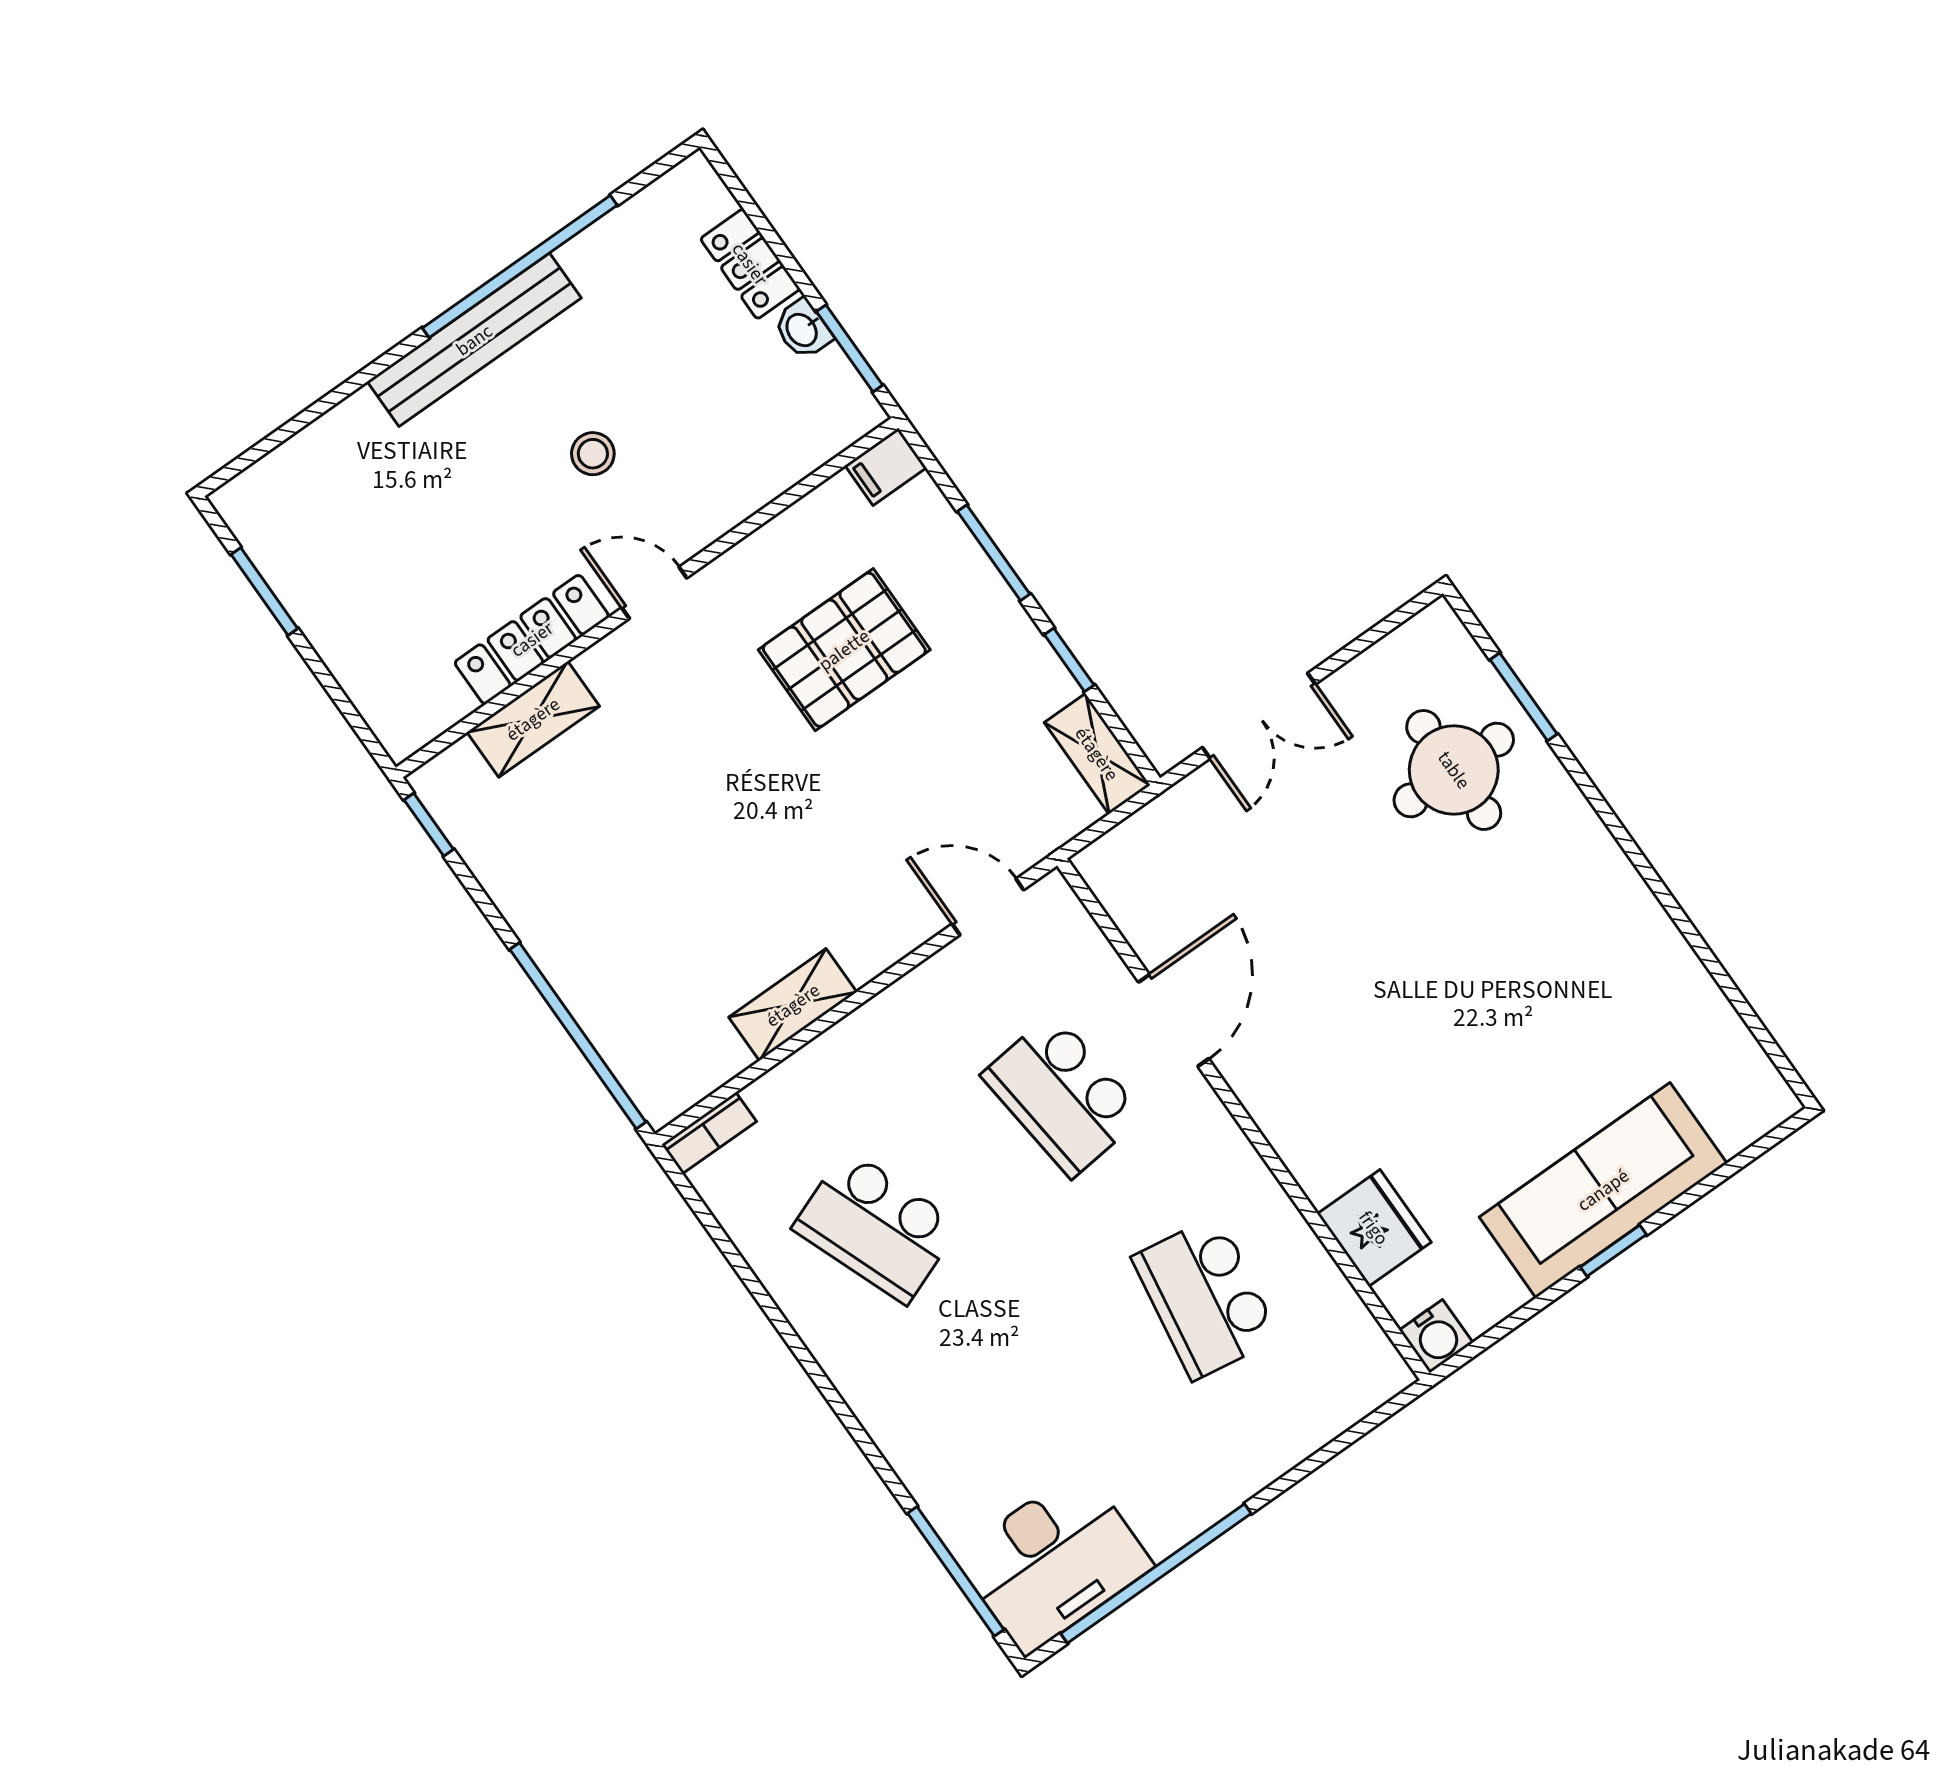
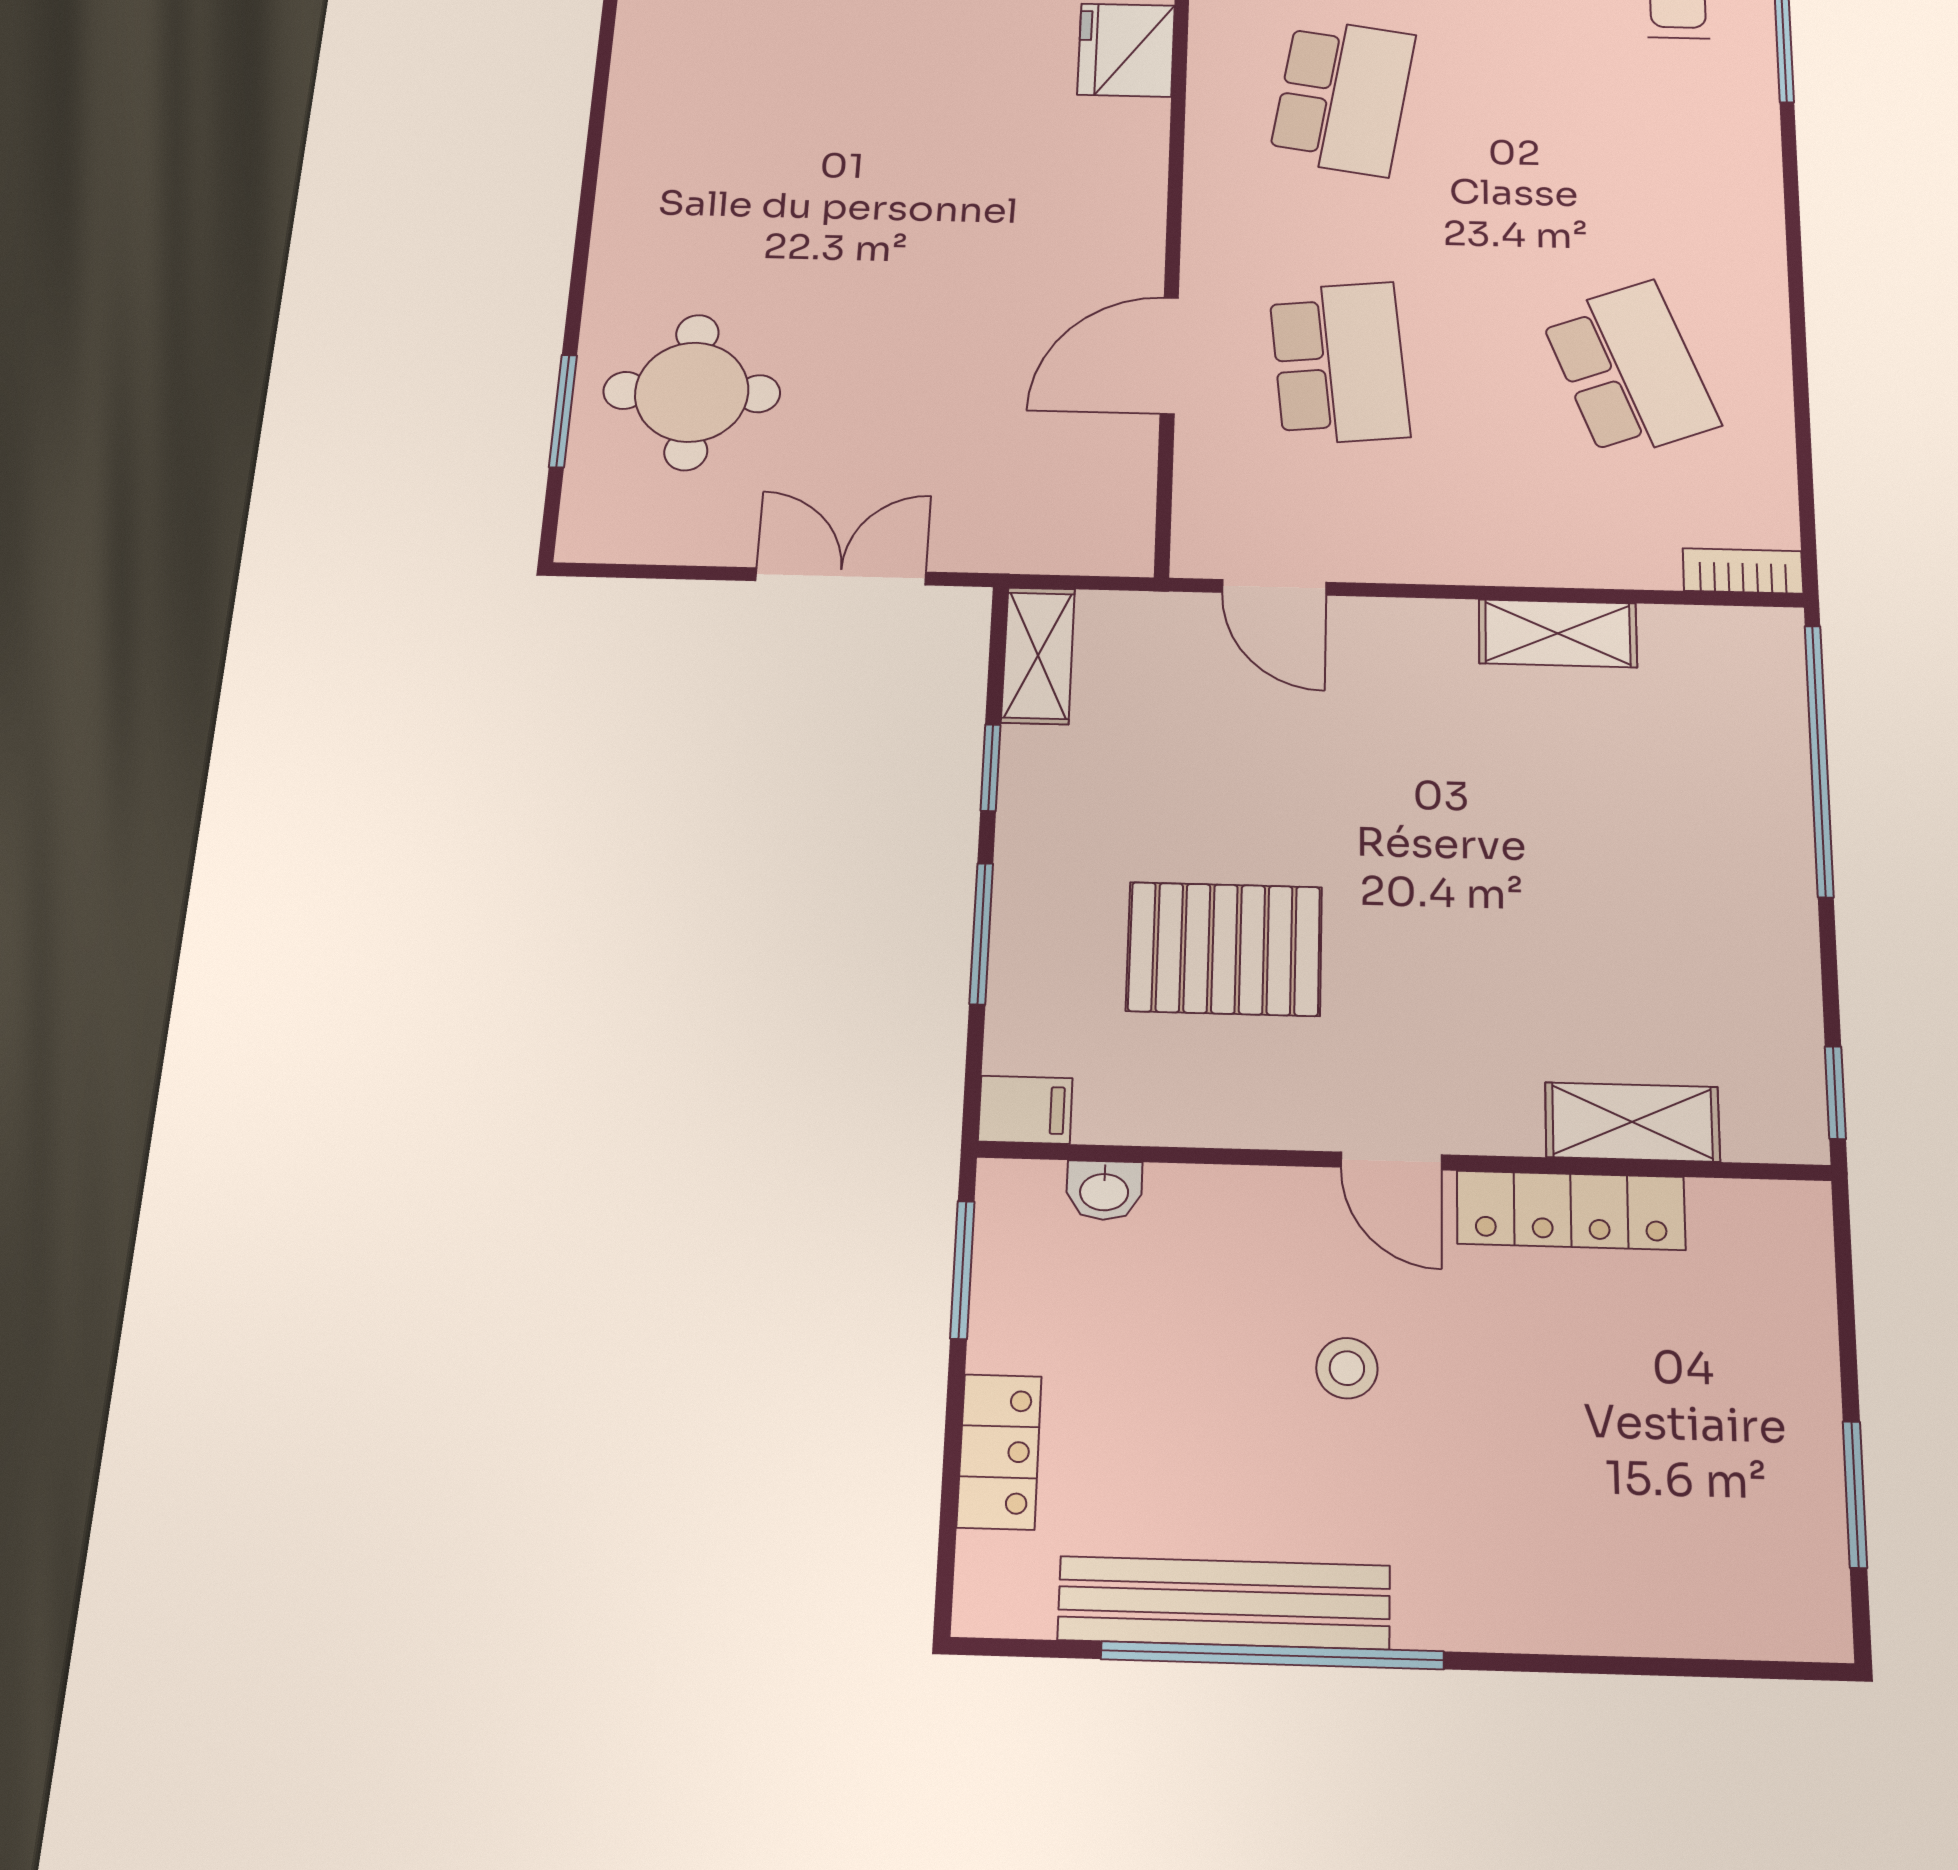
washbasin: (803, 329) -> (1104, 1190), moved, turned 90
bench: (474, 340) -> (1224, 1603), moved

